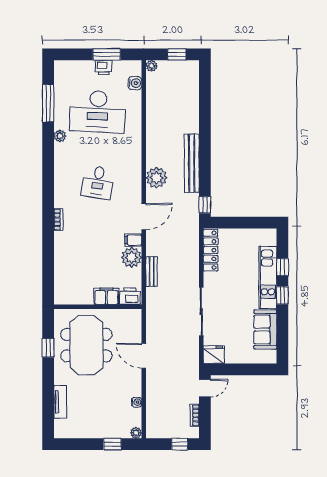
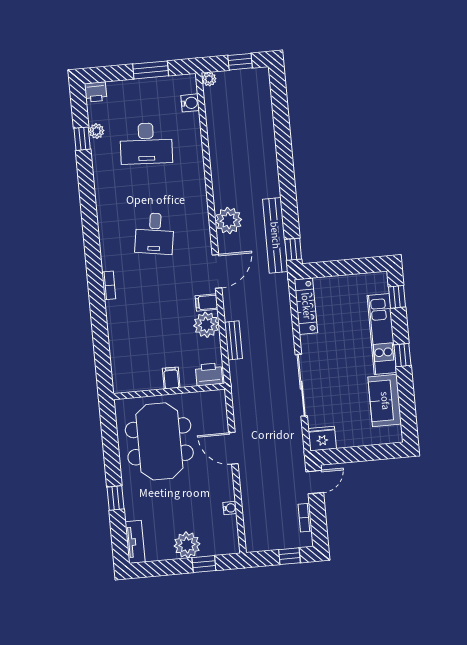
printer: (104, 68) -> (96, 92), moved
window: (48, 103) -> (82, 139), width x0.46
desk: (98, 112) -> (146, 143), width x0.73, depth x0.77
plant: (60, 136) -> (96, 131), moved
bench: (192, 163) -> (275, 235), moved
window: (282, 267) -> (397, 297), moved
filing cabinet: (106, 296) -> (171, 378), width x0.50
window: (48, 348) -> (116, 498), moved
tv unit: (60, 402) -> (135, 542), moved
plant: (136, 433) -> (187, 545), moved, width x1.88, depth x1.88

